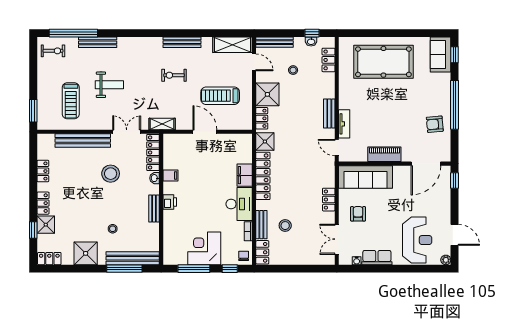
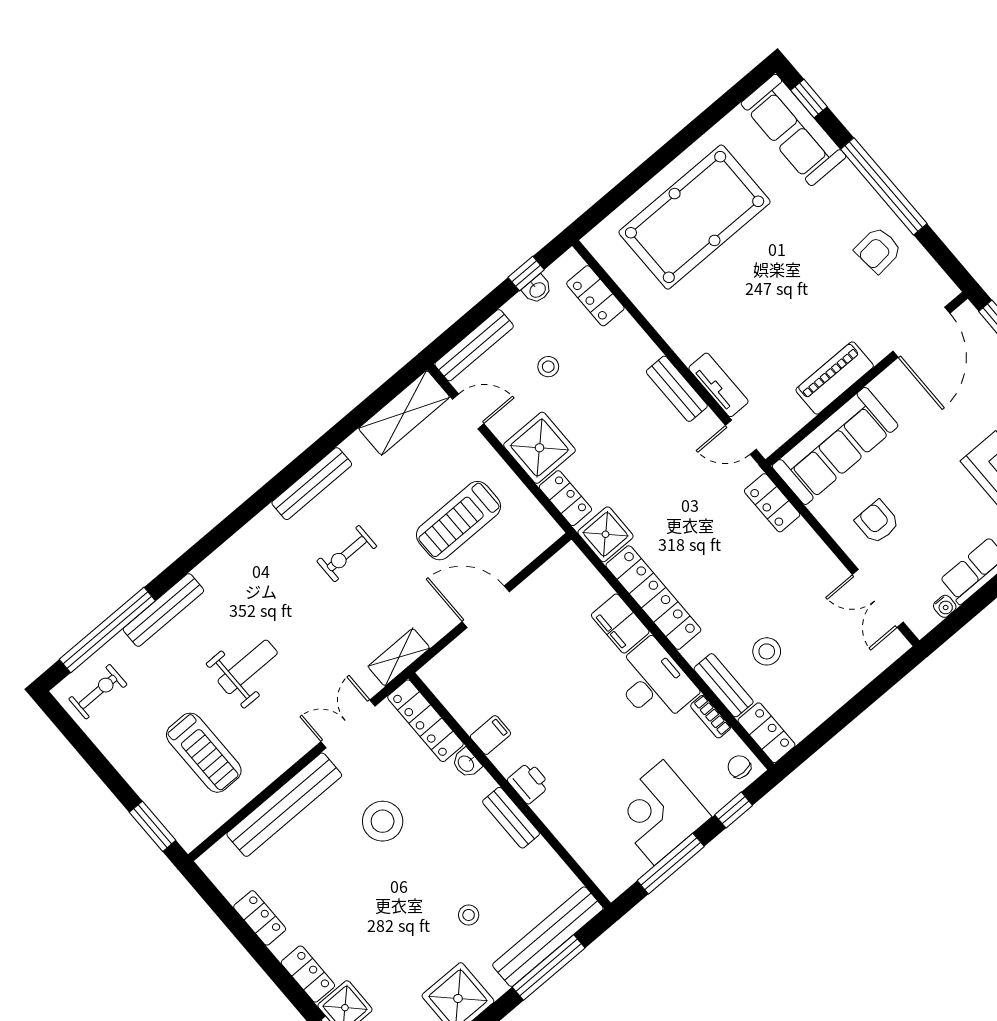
sofa: (441, 54) -> (793, 130), width x1.36
locker: (329, 200) -> (772, 503), moved

